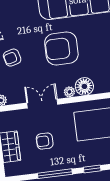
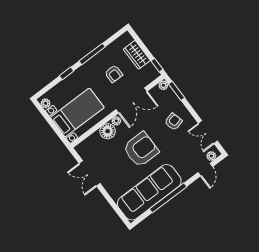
double door: (42, 104) -> (131, 100), width x1.37
armchair: (45, 141) -> (114, 74), turned 90

